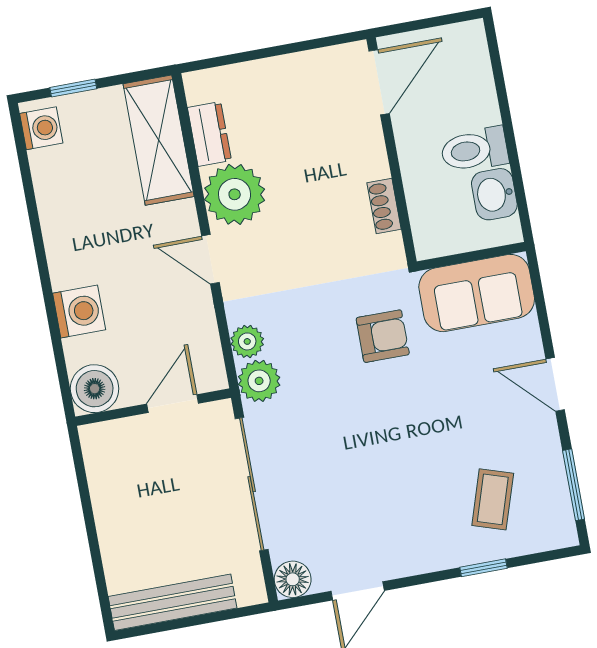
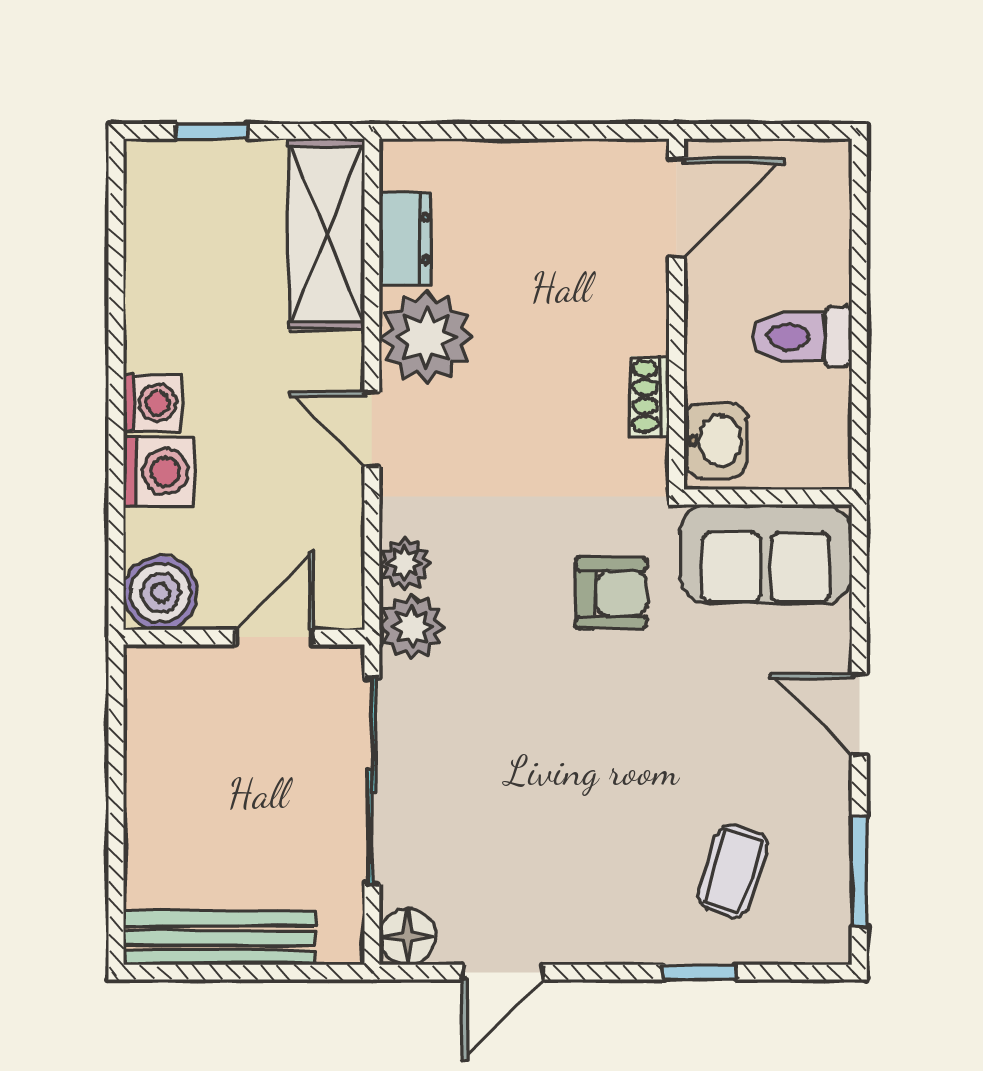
washing machine: (41, 128) -> (152, 403), moved
washbasin: (494, 194) -> (716, 440), moved, turned 180

